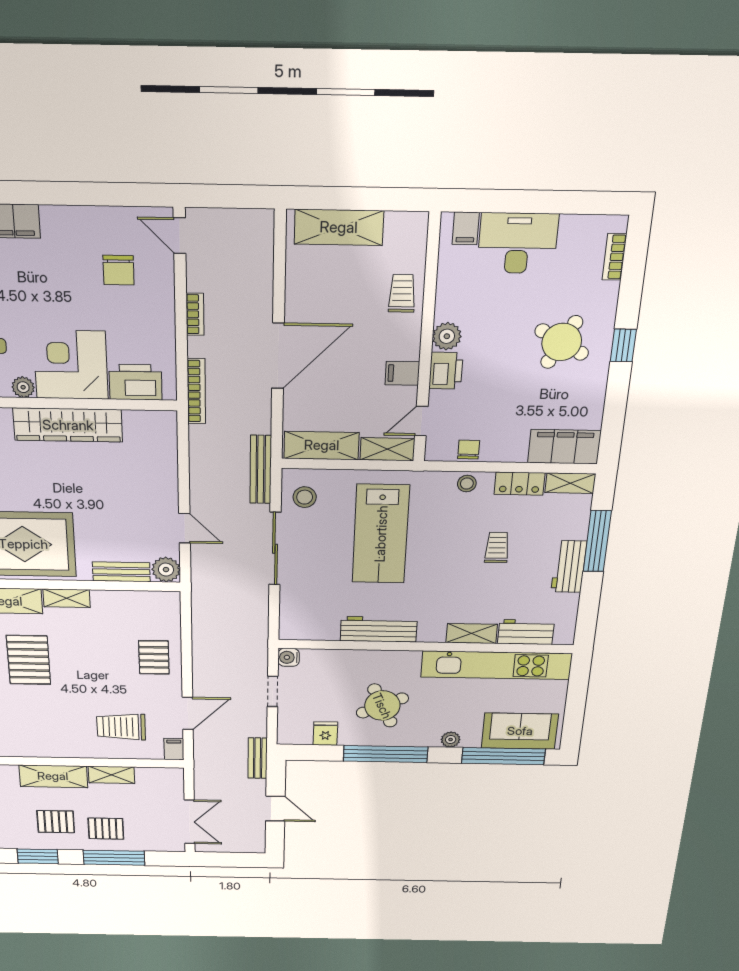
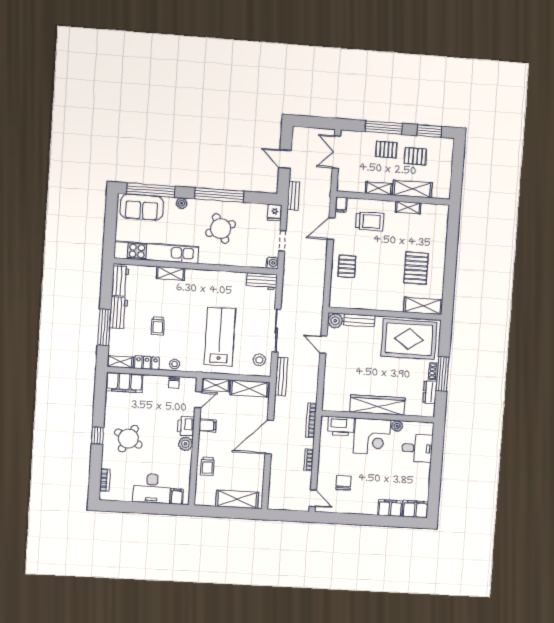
shelving: (66, 598) -> (408, 207), moved
workbench: (379, 629) -> (262, 281), moved, width x0.73
workbench: (526, 632) -> (120, 281), moved, turned -90
fridge: (325, 734) -> (275, 213), moved

